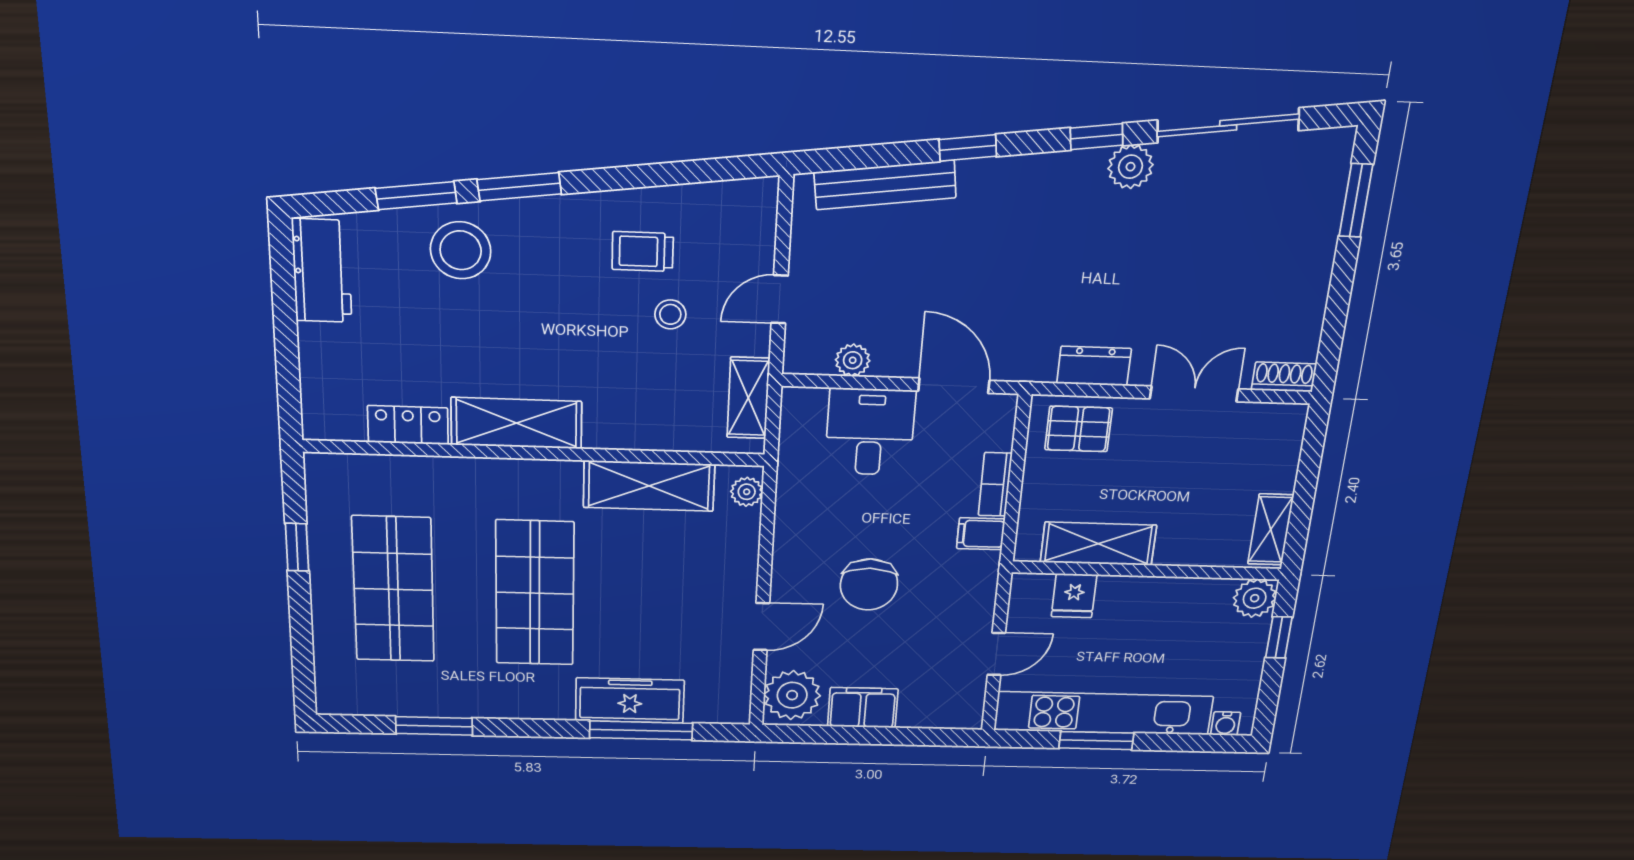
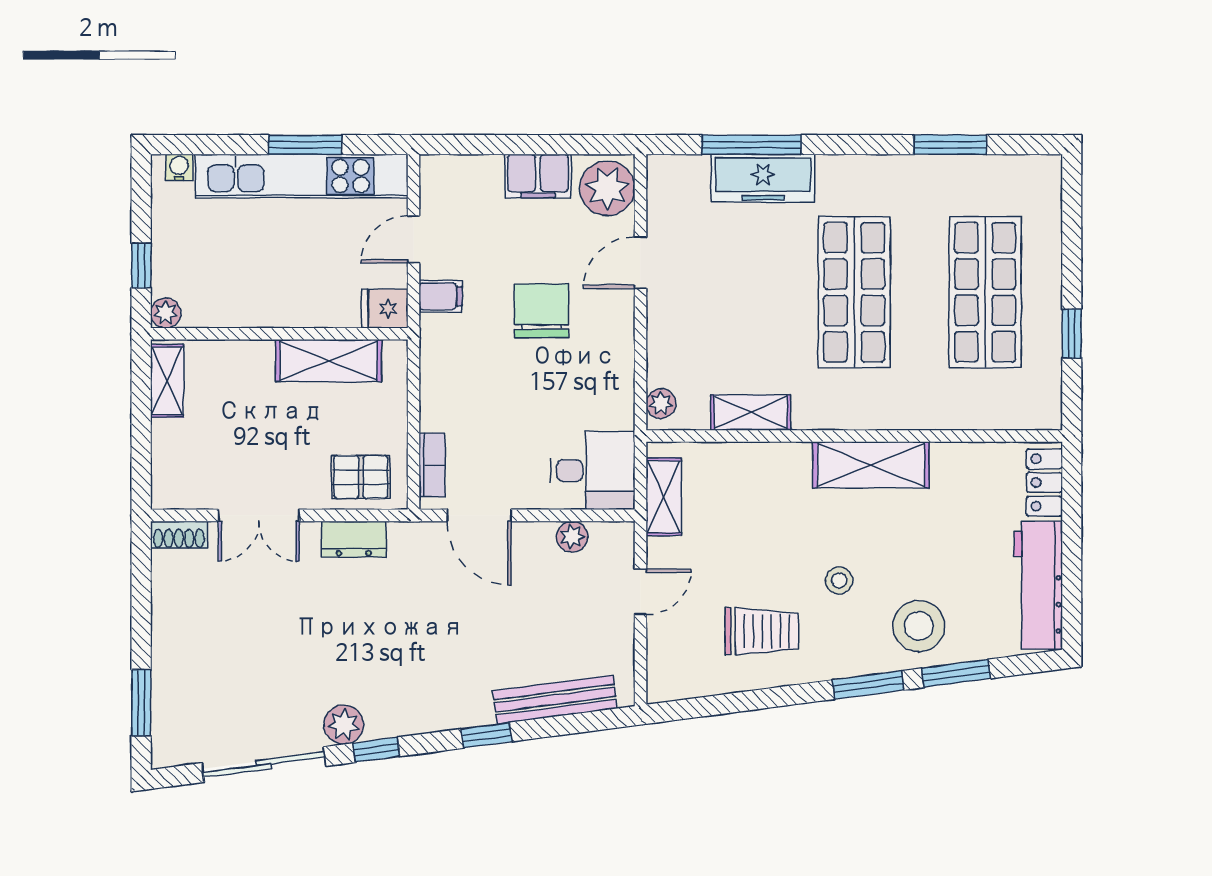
trolley: (643, 252) -> (762, 631), width x1.36, depth x1.39
workbench: (322, 271) -> (1038, 585), width x1.38
stool: (670, 314) -> (839, 580), moved
locker: (408, 425) -> (1044, 483), moved, turned 90
desk: (870, 432) -> (593, 471), moved, turned -90
bookcase: (995, 484) -> (432, 465), moved
shelving: (649, 486) -> (751, 412), width x0.67, depth x0.75
filing cabinet: (981, 534) -> (441, 296), moved
fridge: (1074, 596) -> (385, 309), moved, turned -90
plant: (1255, 598) -> (166, 313), width x0.73, depth x0.73

